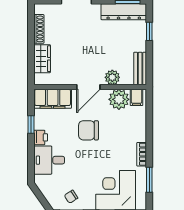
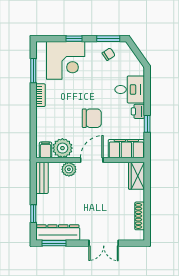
wardrobe: (42, 59) -> (137, 176), moved

